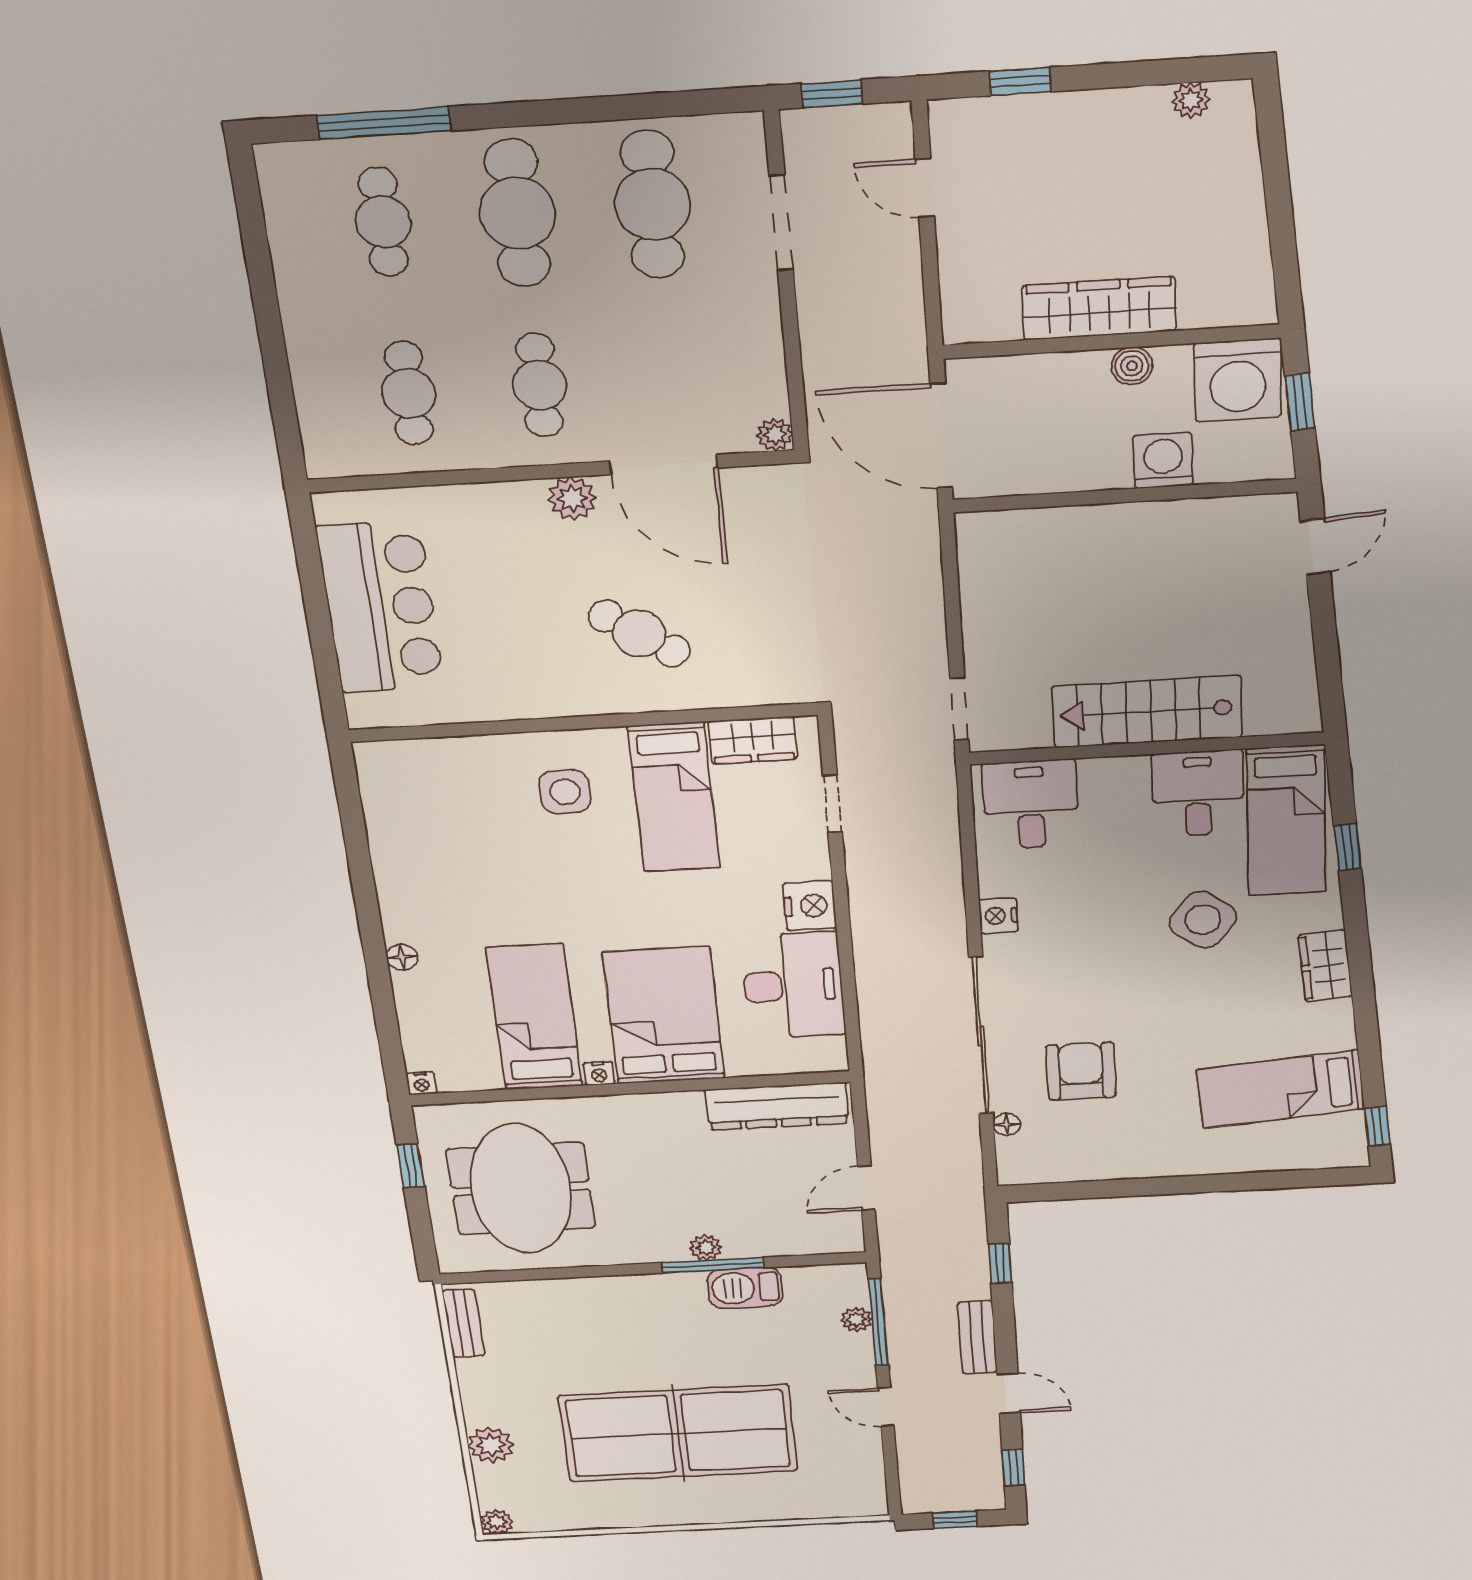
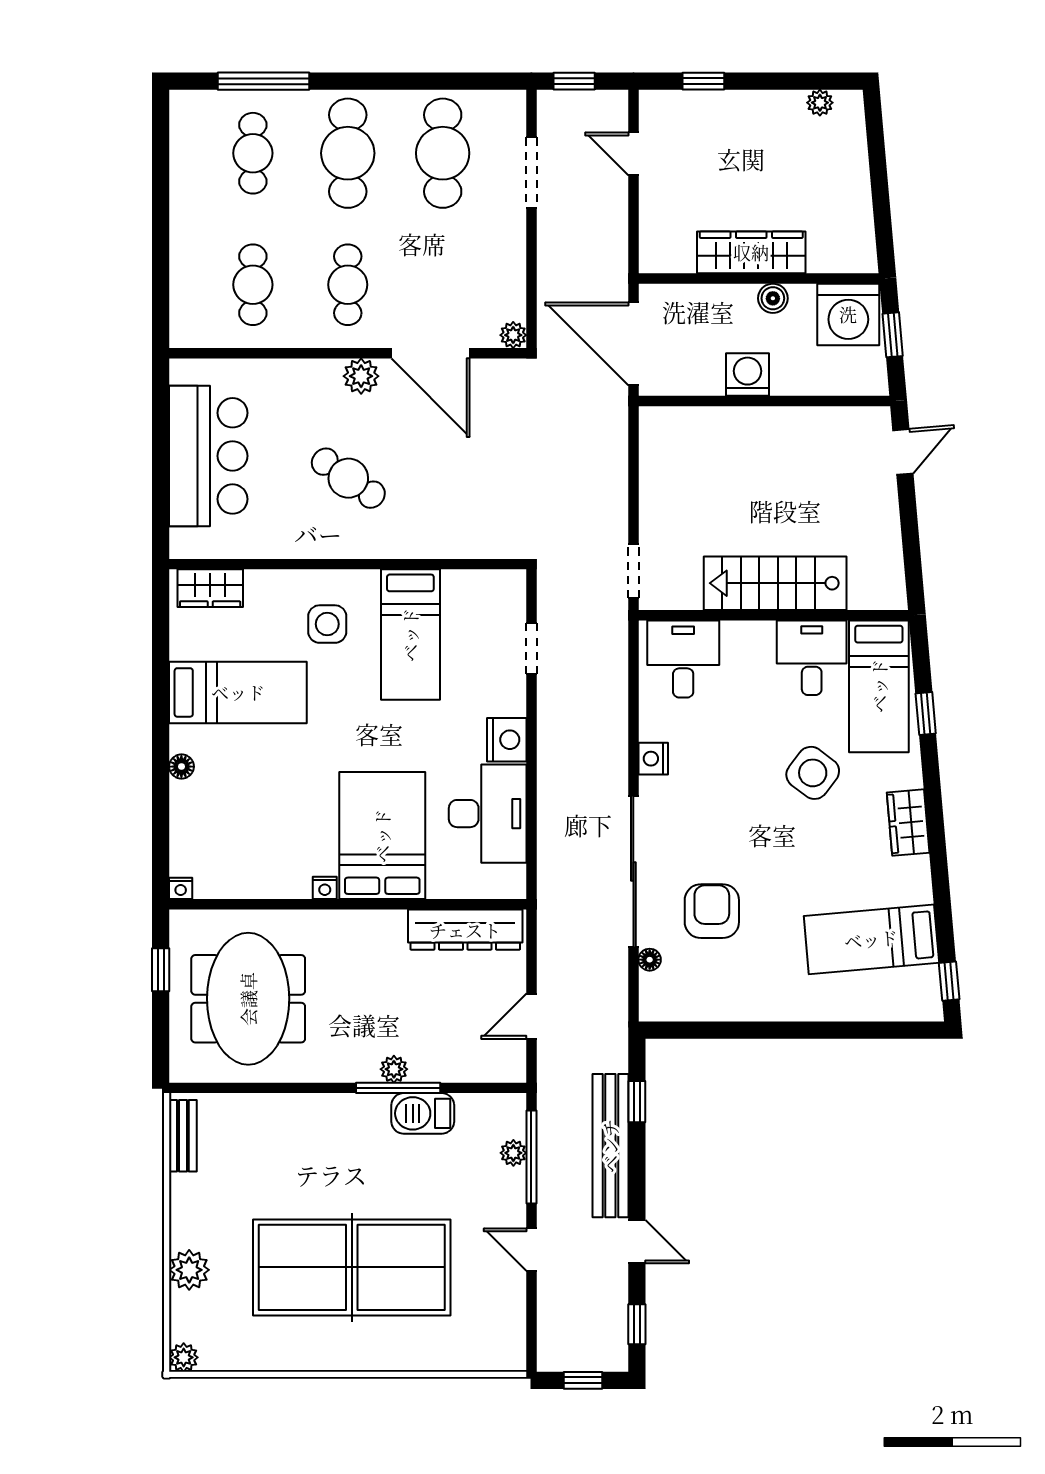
washing machine: (1163, 461) -> (747, 374), moved
cafe table: (639, 634) -> (348, 478), moved
wardrobe: (753, 740) -> (210, 588), moved
bed: (534, 1017) -> (238, 692), moved, turned 90
bench: (977, 1337) -> (610, 1146), width x1.86, depth x1.21

